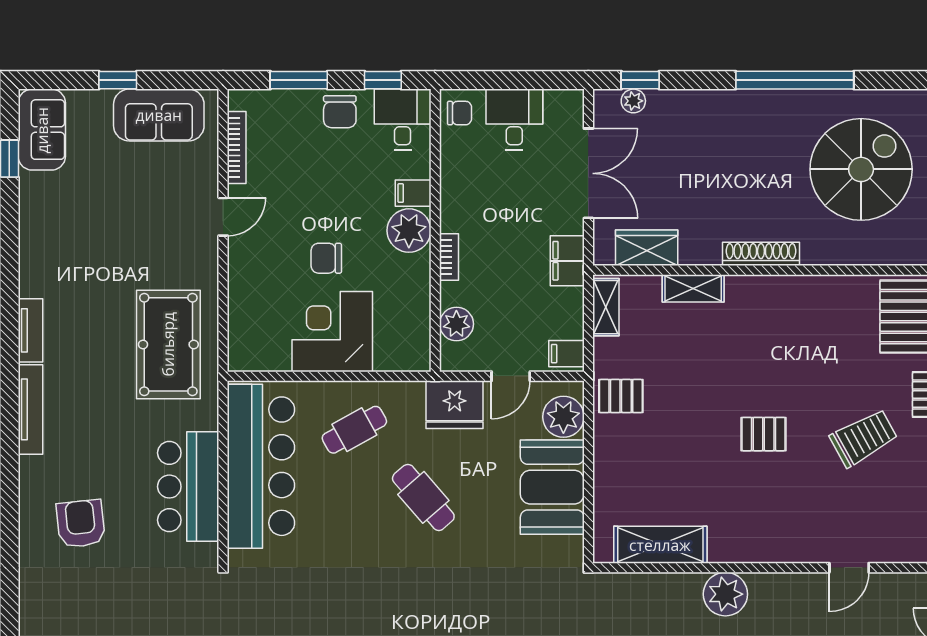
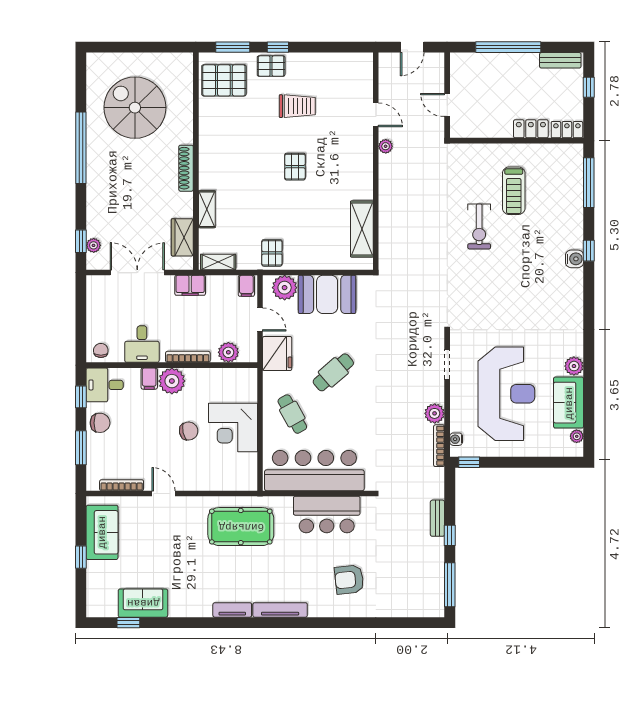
desk: (514, 119) -> (142, 344), moved, turned -90
sofa: (42, 130) -> (143, 603), moved
bookcase: (449, 257) -> (188, 357), width x1.56
chair: (326, 258) -> (189, 431), turned -102
trolley: (864, 438) -> (297, 106), turned 119
plant: (725, 594) -> (386, 146), moved, width x0.53, depth x0.53

